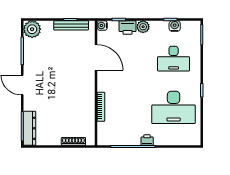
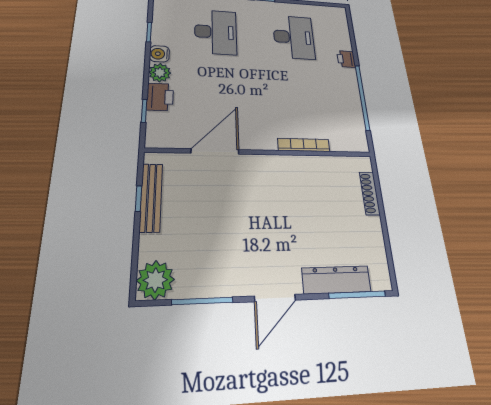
water cooler: (102, 26) -> (154, 139), removed
water cooler: (175, 26) -> (159, 54), moved
desk: (174, 107) -> (294, 37), width x0.73, depth x0.77
dresser: (30, 128) -> (336, 280), moved
printer: (147, 140) -> (346, 59), moved

